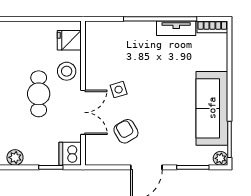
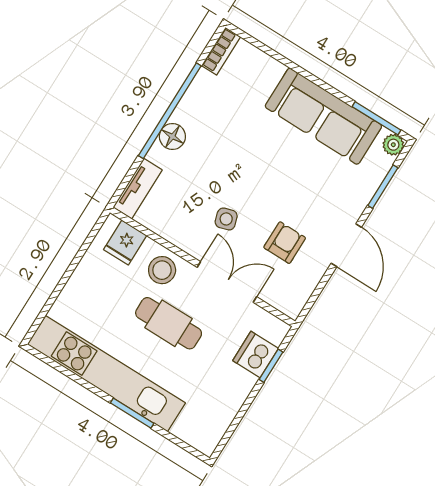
tv unit: (176, 28) -> (138, 189), moved
floor lamp: (146, 30) -> (172, 137), added
armchair: (126, 131) -> (285, 243), turned 120
dishwasher: (70, 154) -> (256, 354), moved, turned 90
plant: (15, 157) -> (230, 403), removed

